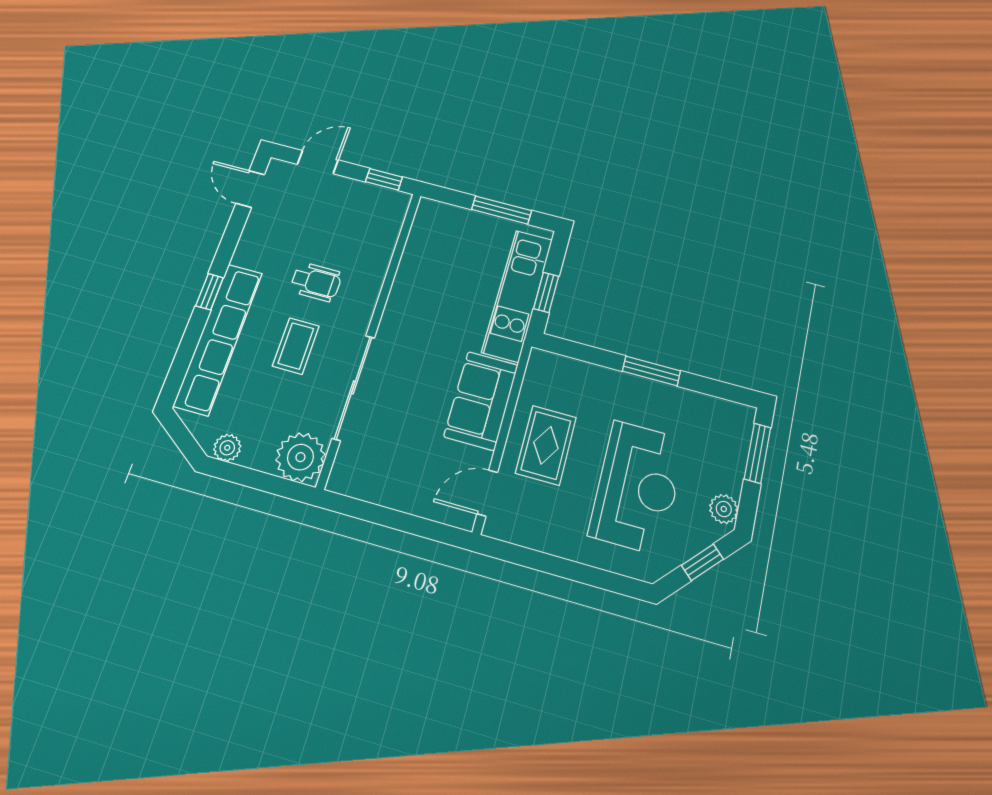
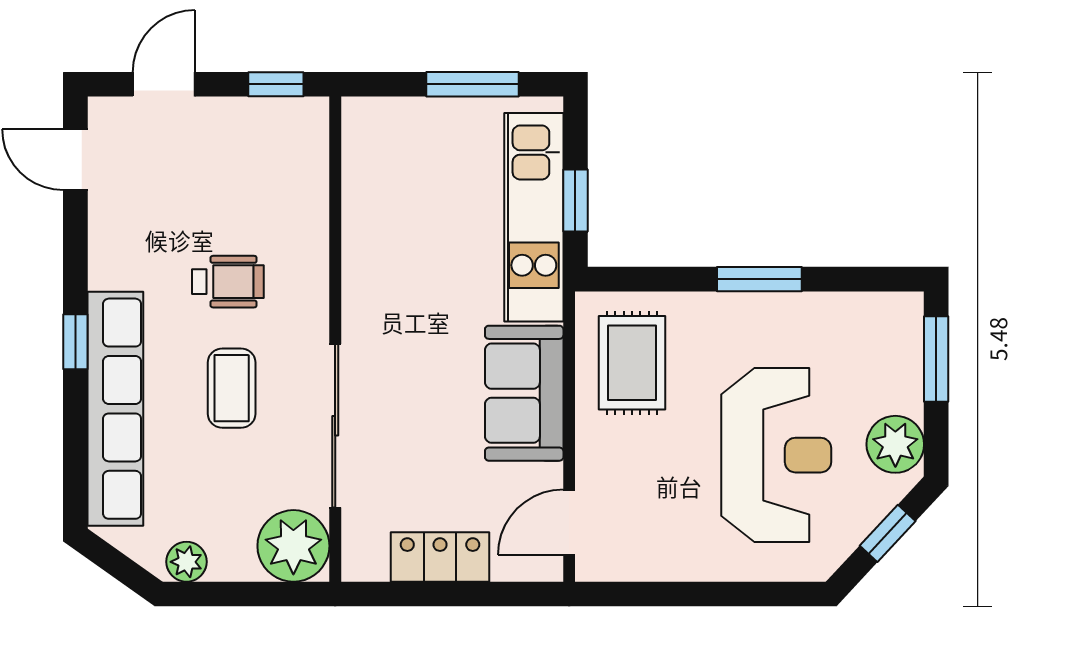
rug: (546, 445) -> (632, 363), moved
locker: (395, 492) -> (440, 557), added
plant: (724, 509) -> (895, 444), width x1.38, depth x1.38

